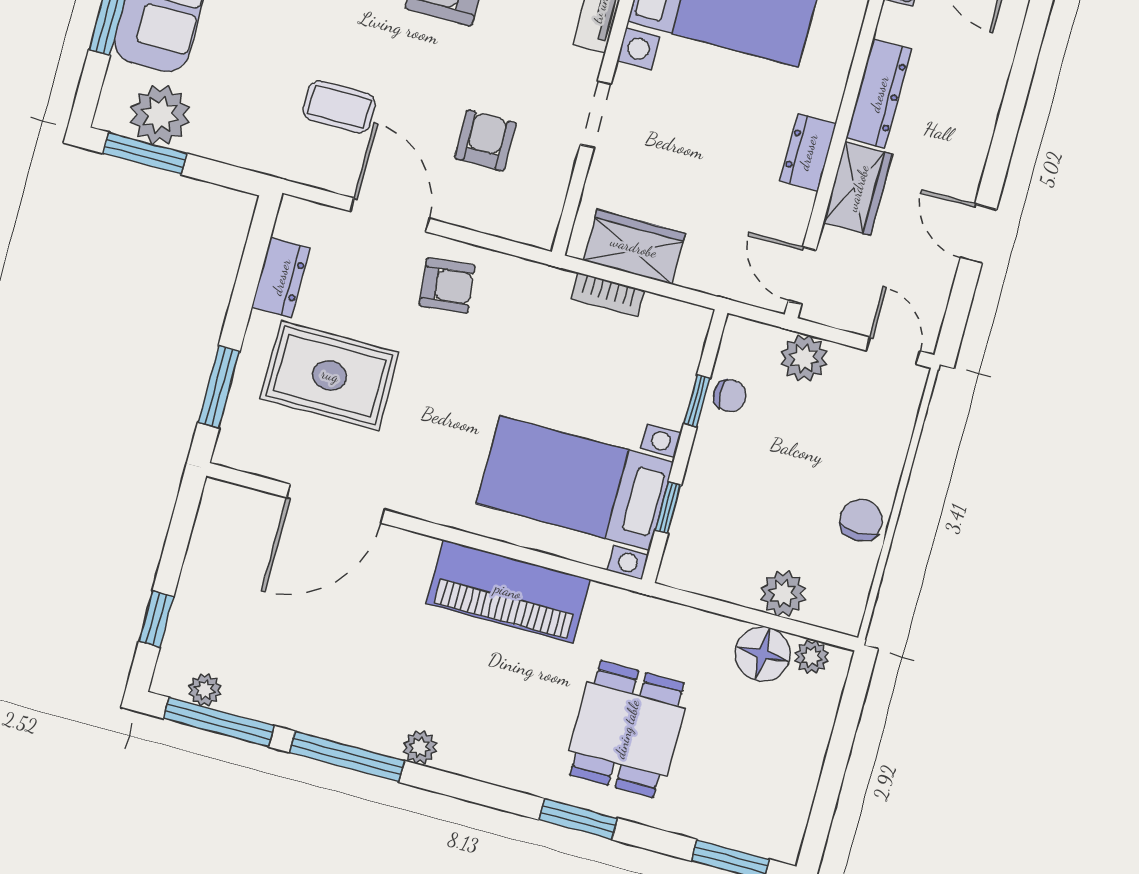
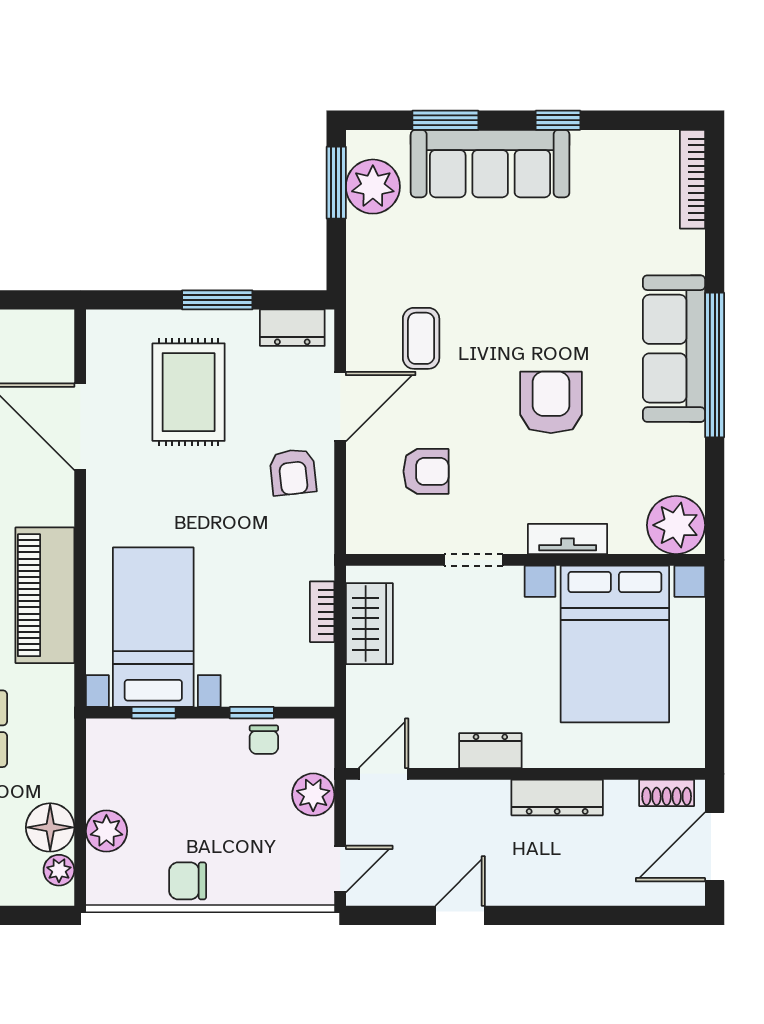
wardrobe: (858, 188) -> (471, 801), removed
dresser: (281, 277) -> (292, 328), moved
window: (219, 387) -> (217, 300), moved
chair: (861, 520) -> (188, 881), turned 180

